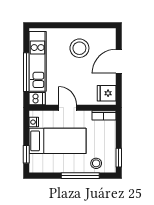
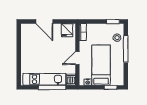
stool: (79, 48) -> (35, 50), removed

